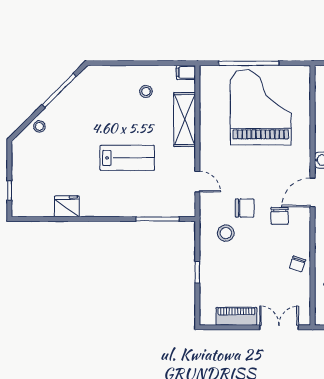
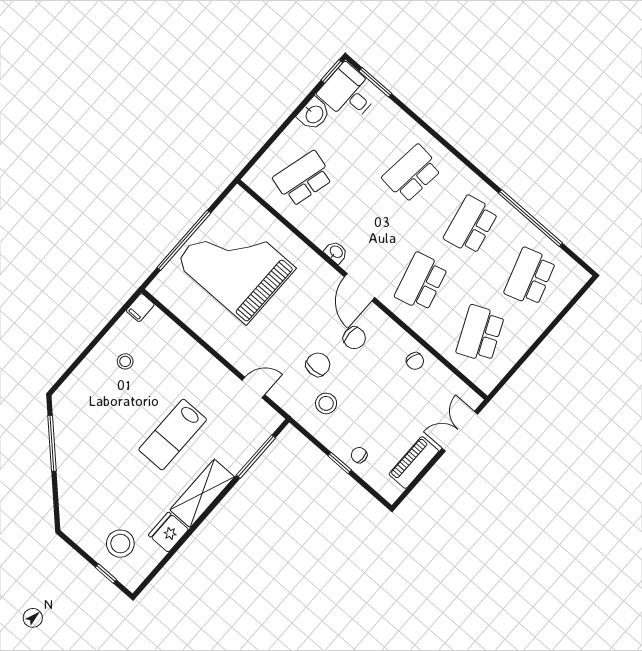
shelving: (185, 120) -> (202, 493), moved, turned 90
stool: (39, 126) -> (120, 544), moved, width x1.89, depth x1.89
lab bench: (127, 158) -> (173, 435), turned 180
chair: (212, 280) -> (359, 455), added

